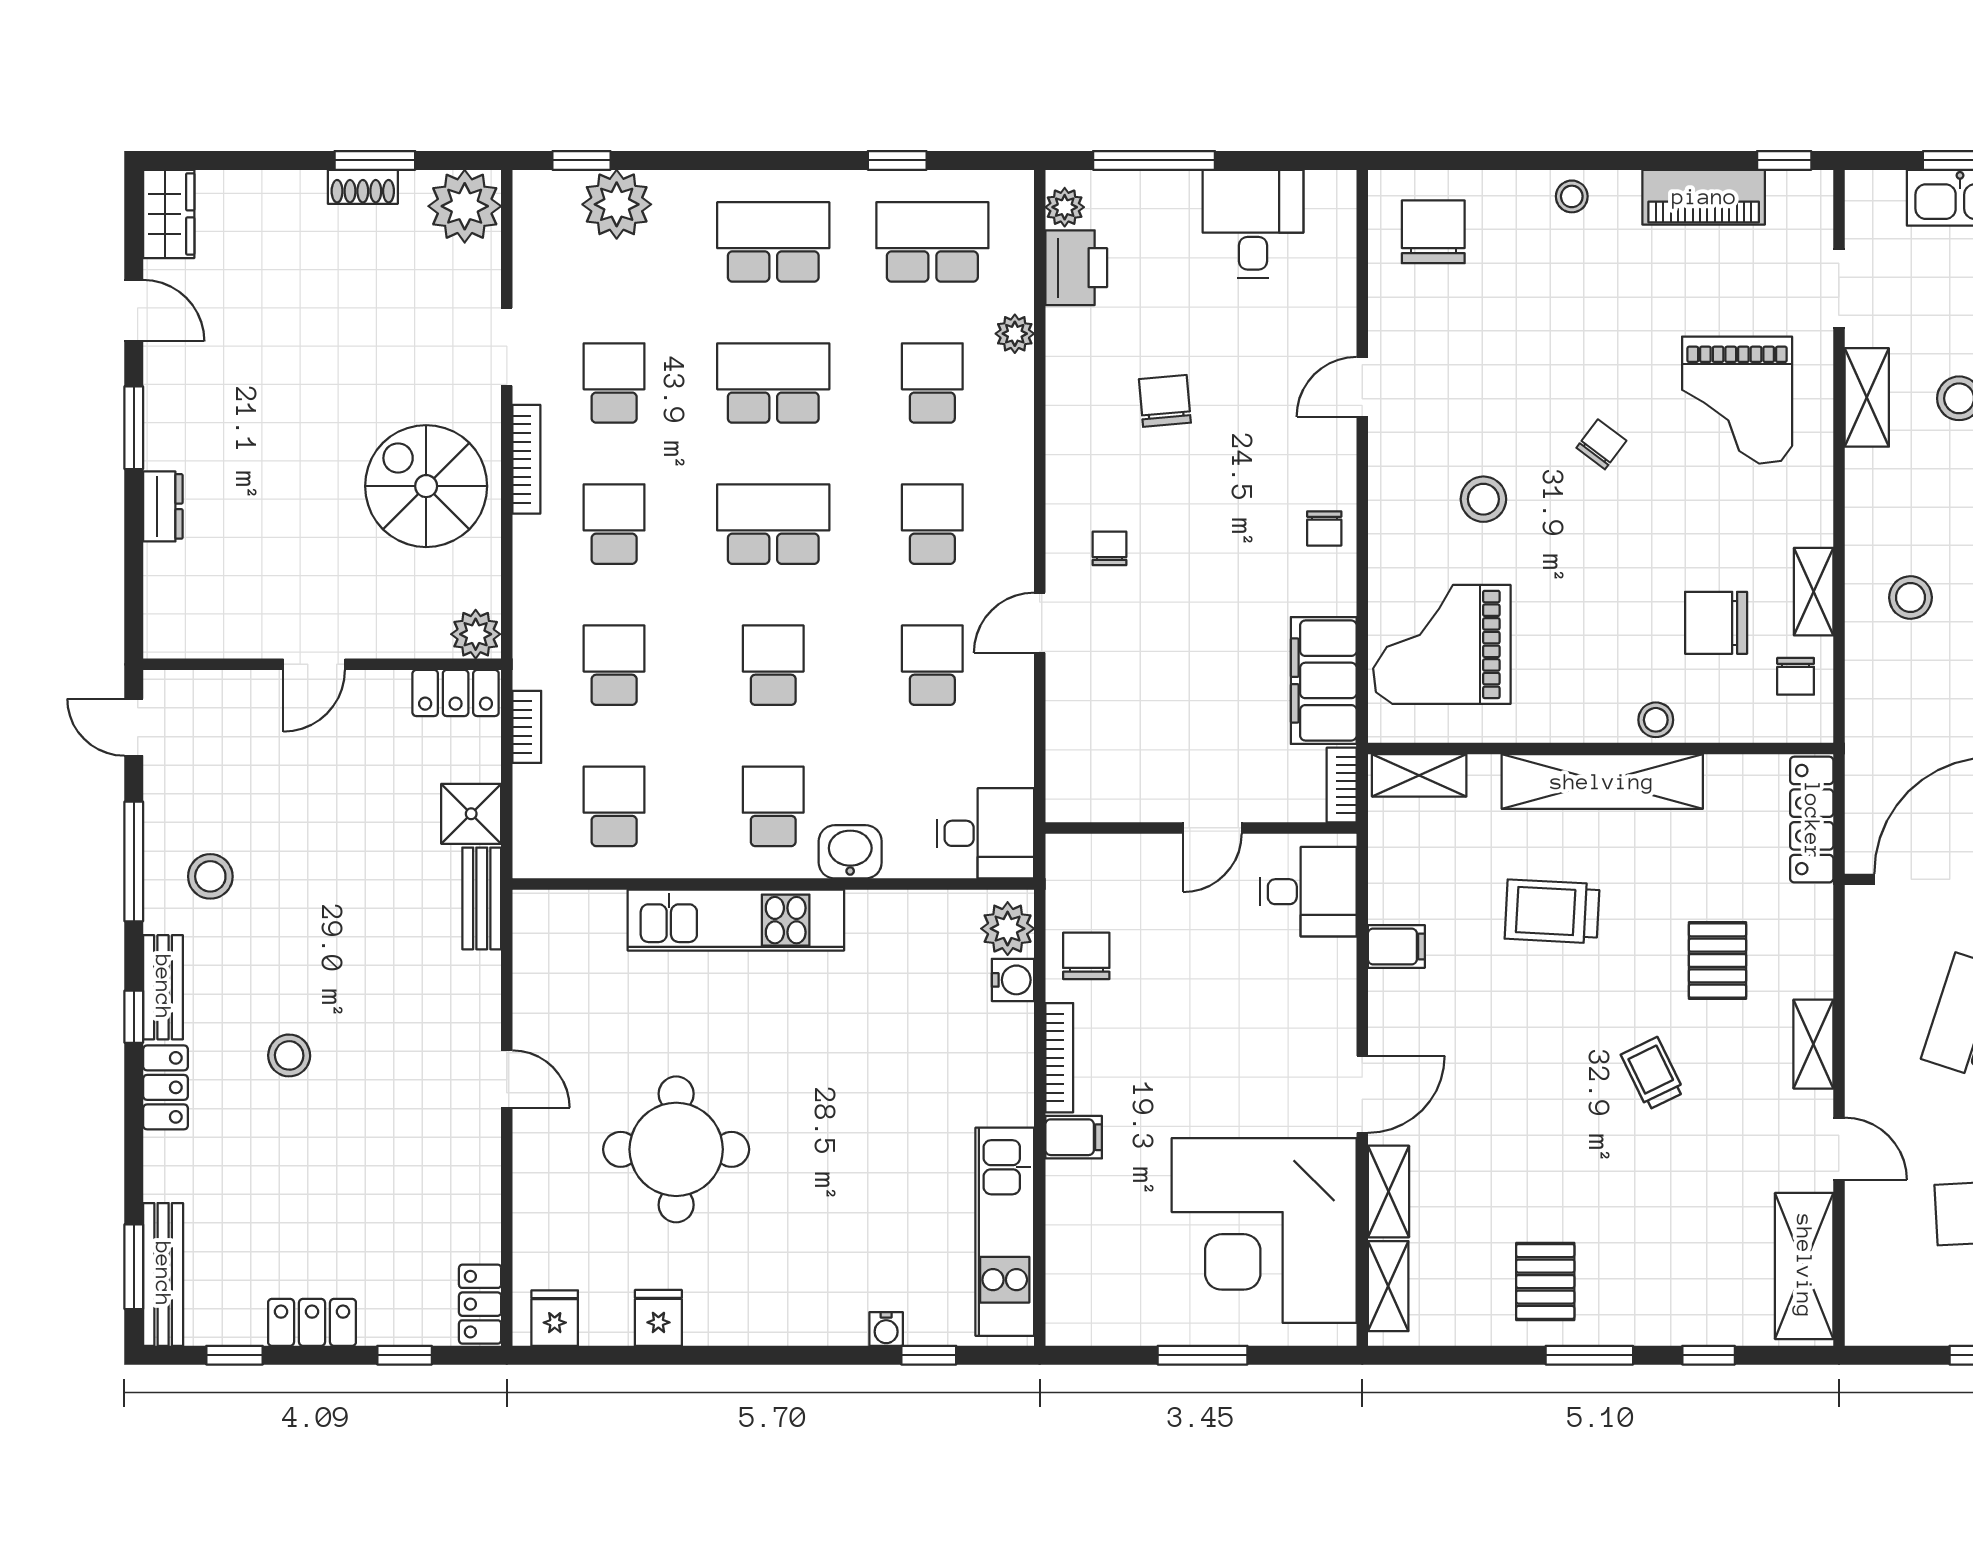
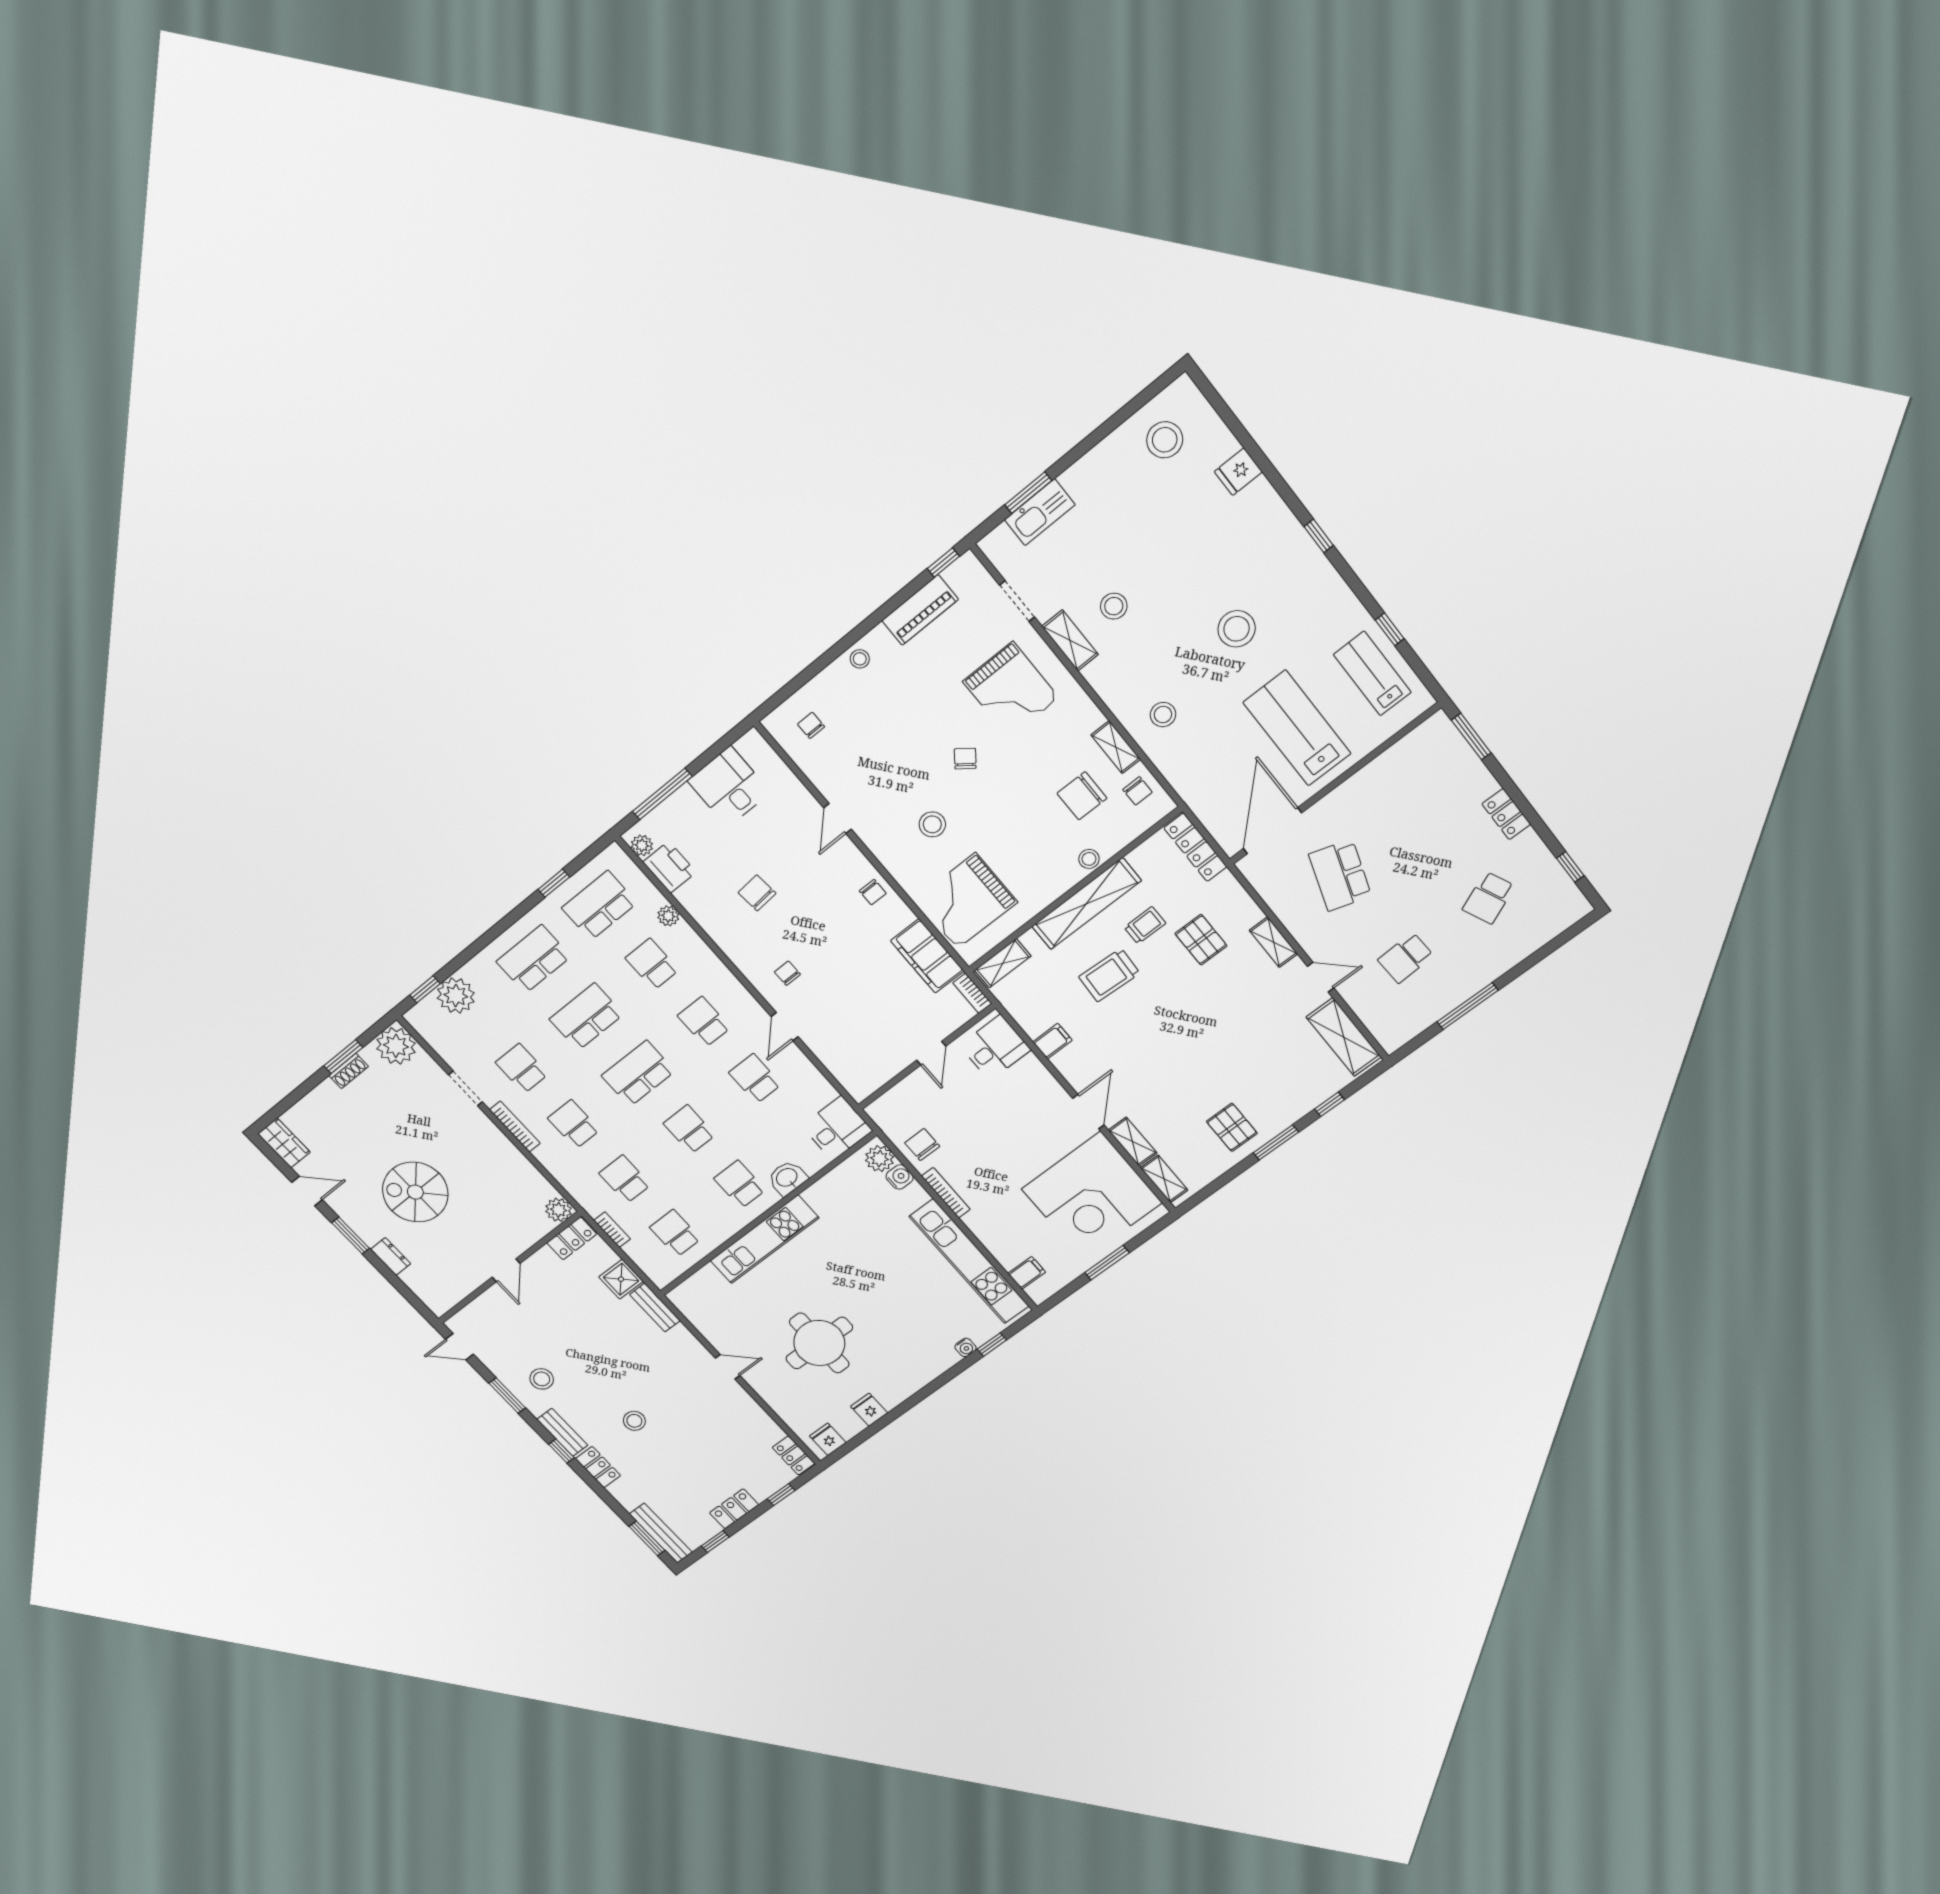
chair: (1433, 232) -> (811, 725), width x0.54, depth x0.54
spiral stairs: (426, 486) -> (415, 1192), moved
window: (134, 861) -> (507, 1396), width x0.69
trolley: (1653, 1073) -> (1145, 925), moved, turned 116
filing cabinet: (1074, 1137) -> (1027, 1273), moved
kitchen unit: (1005, 1232) -> (969, 1262), width x1.36

